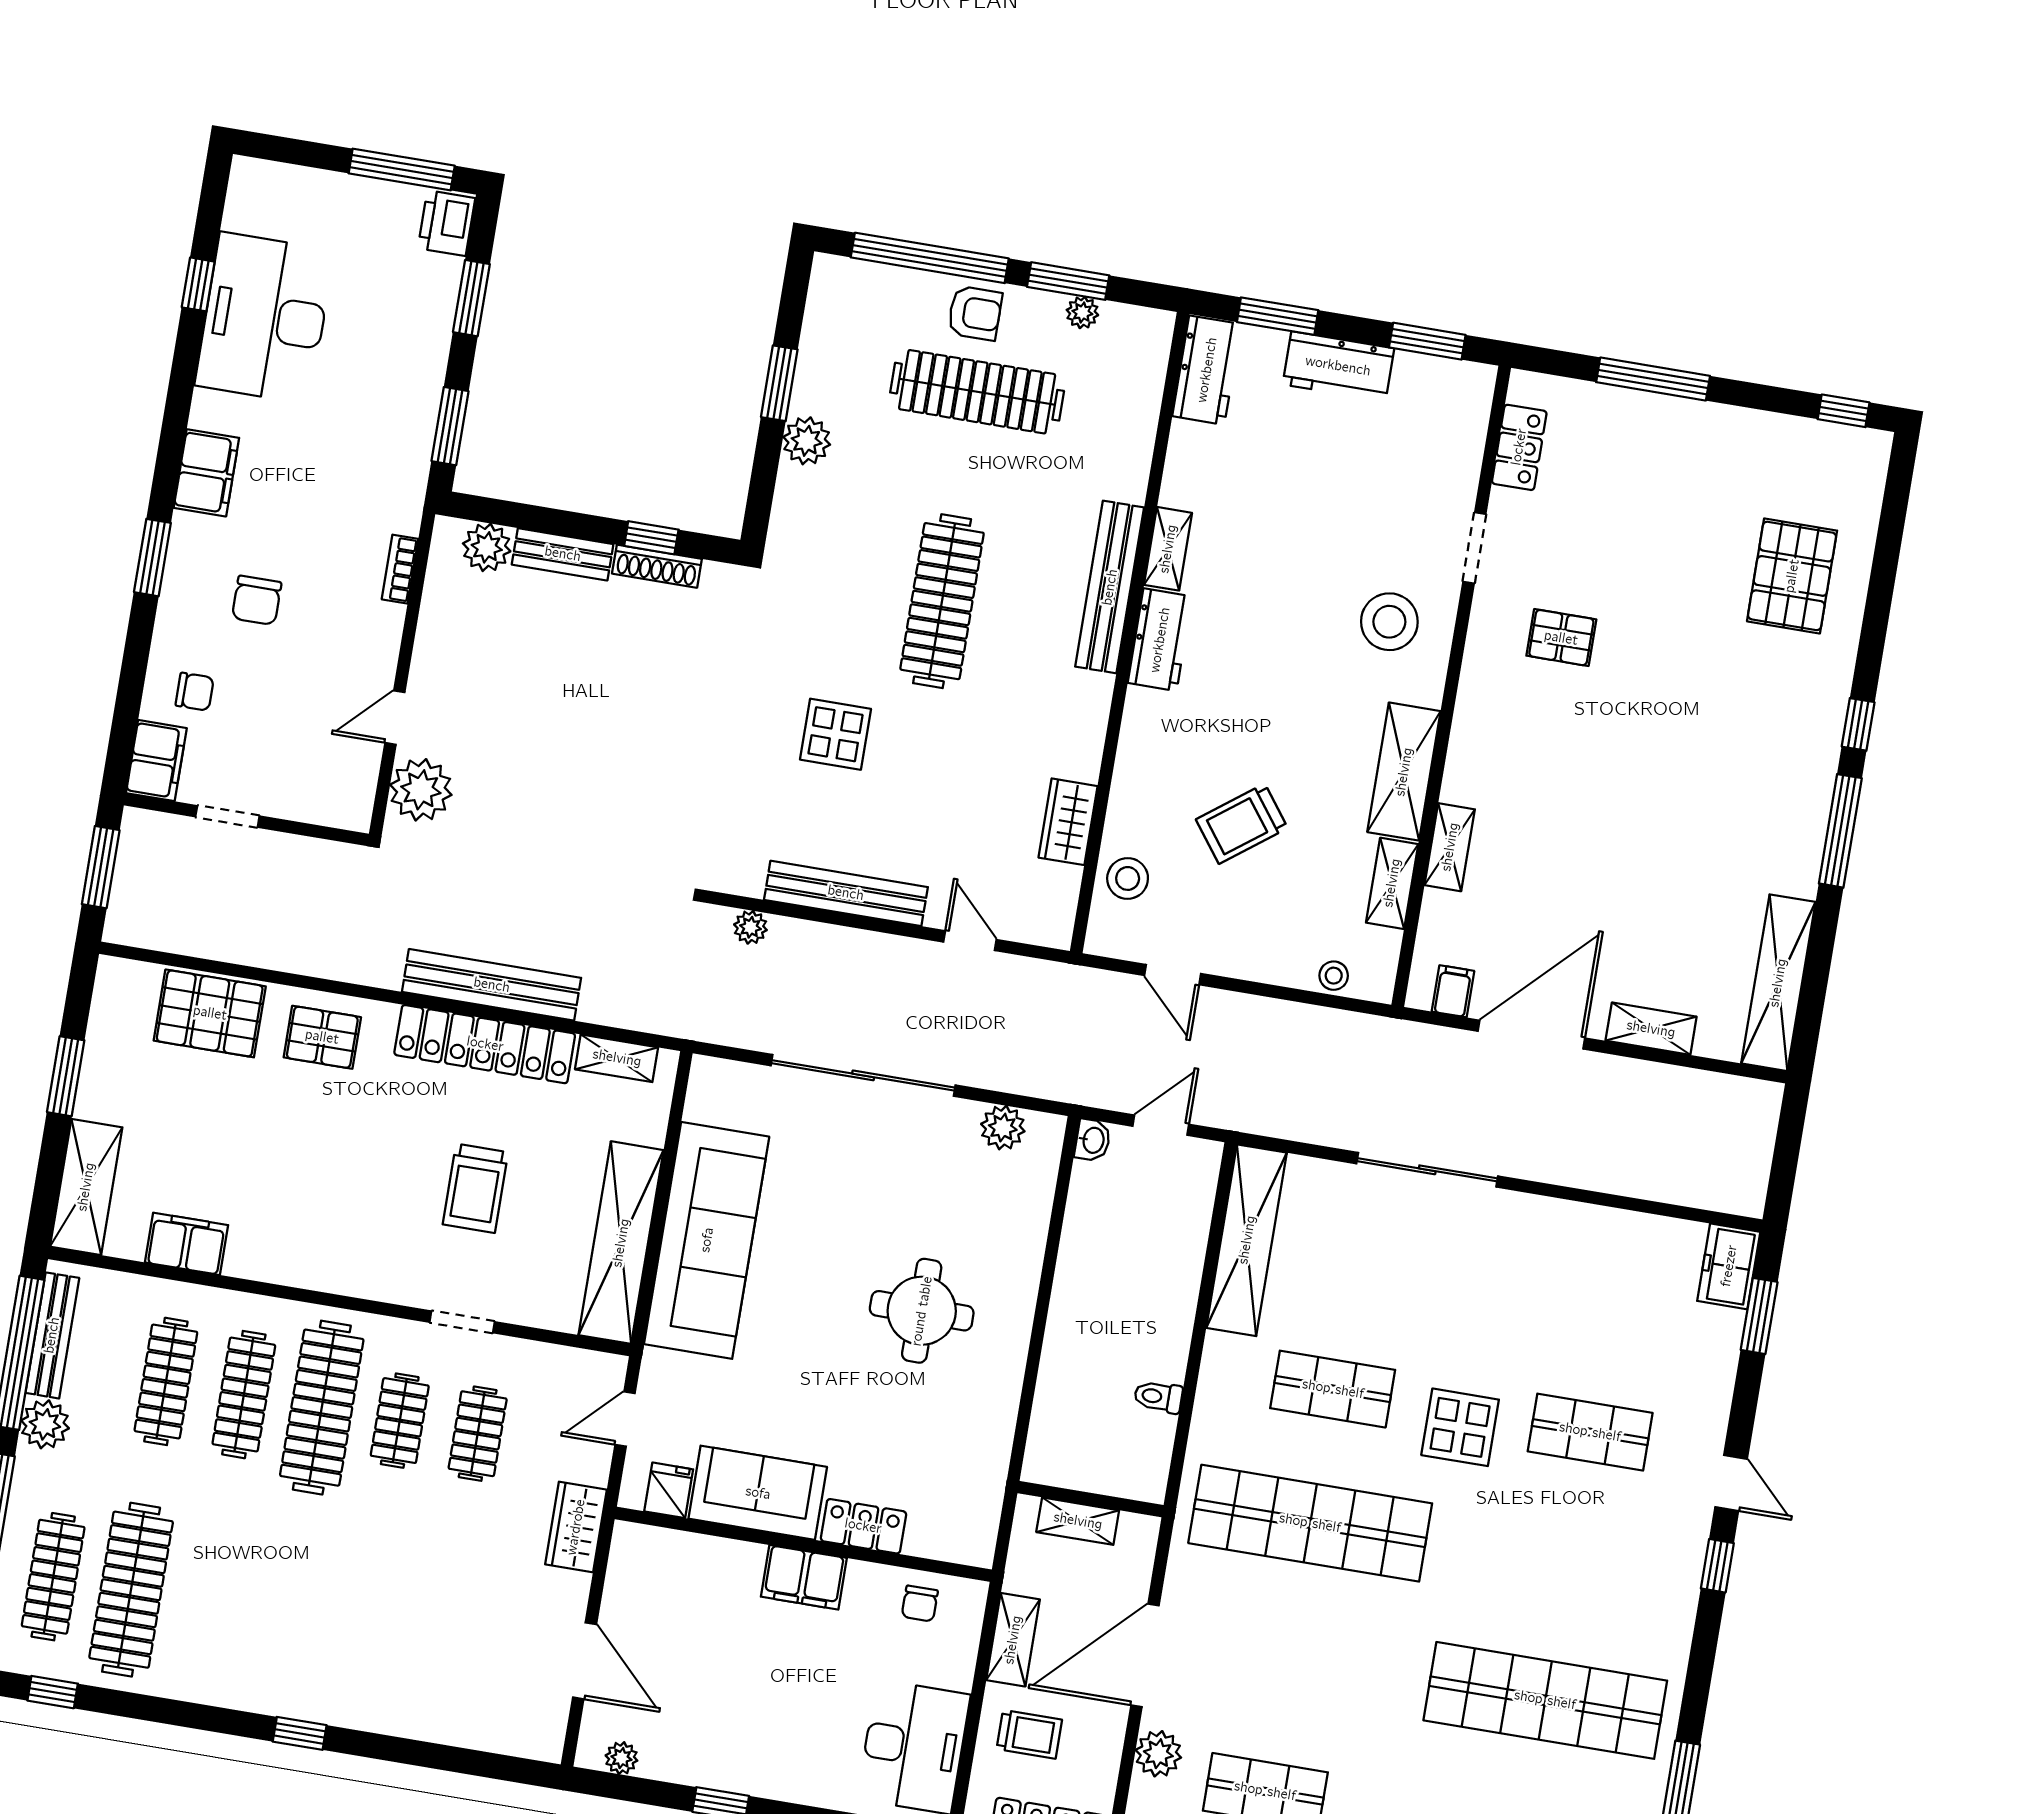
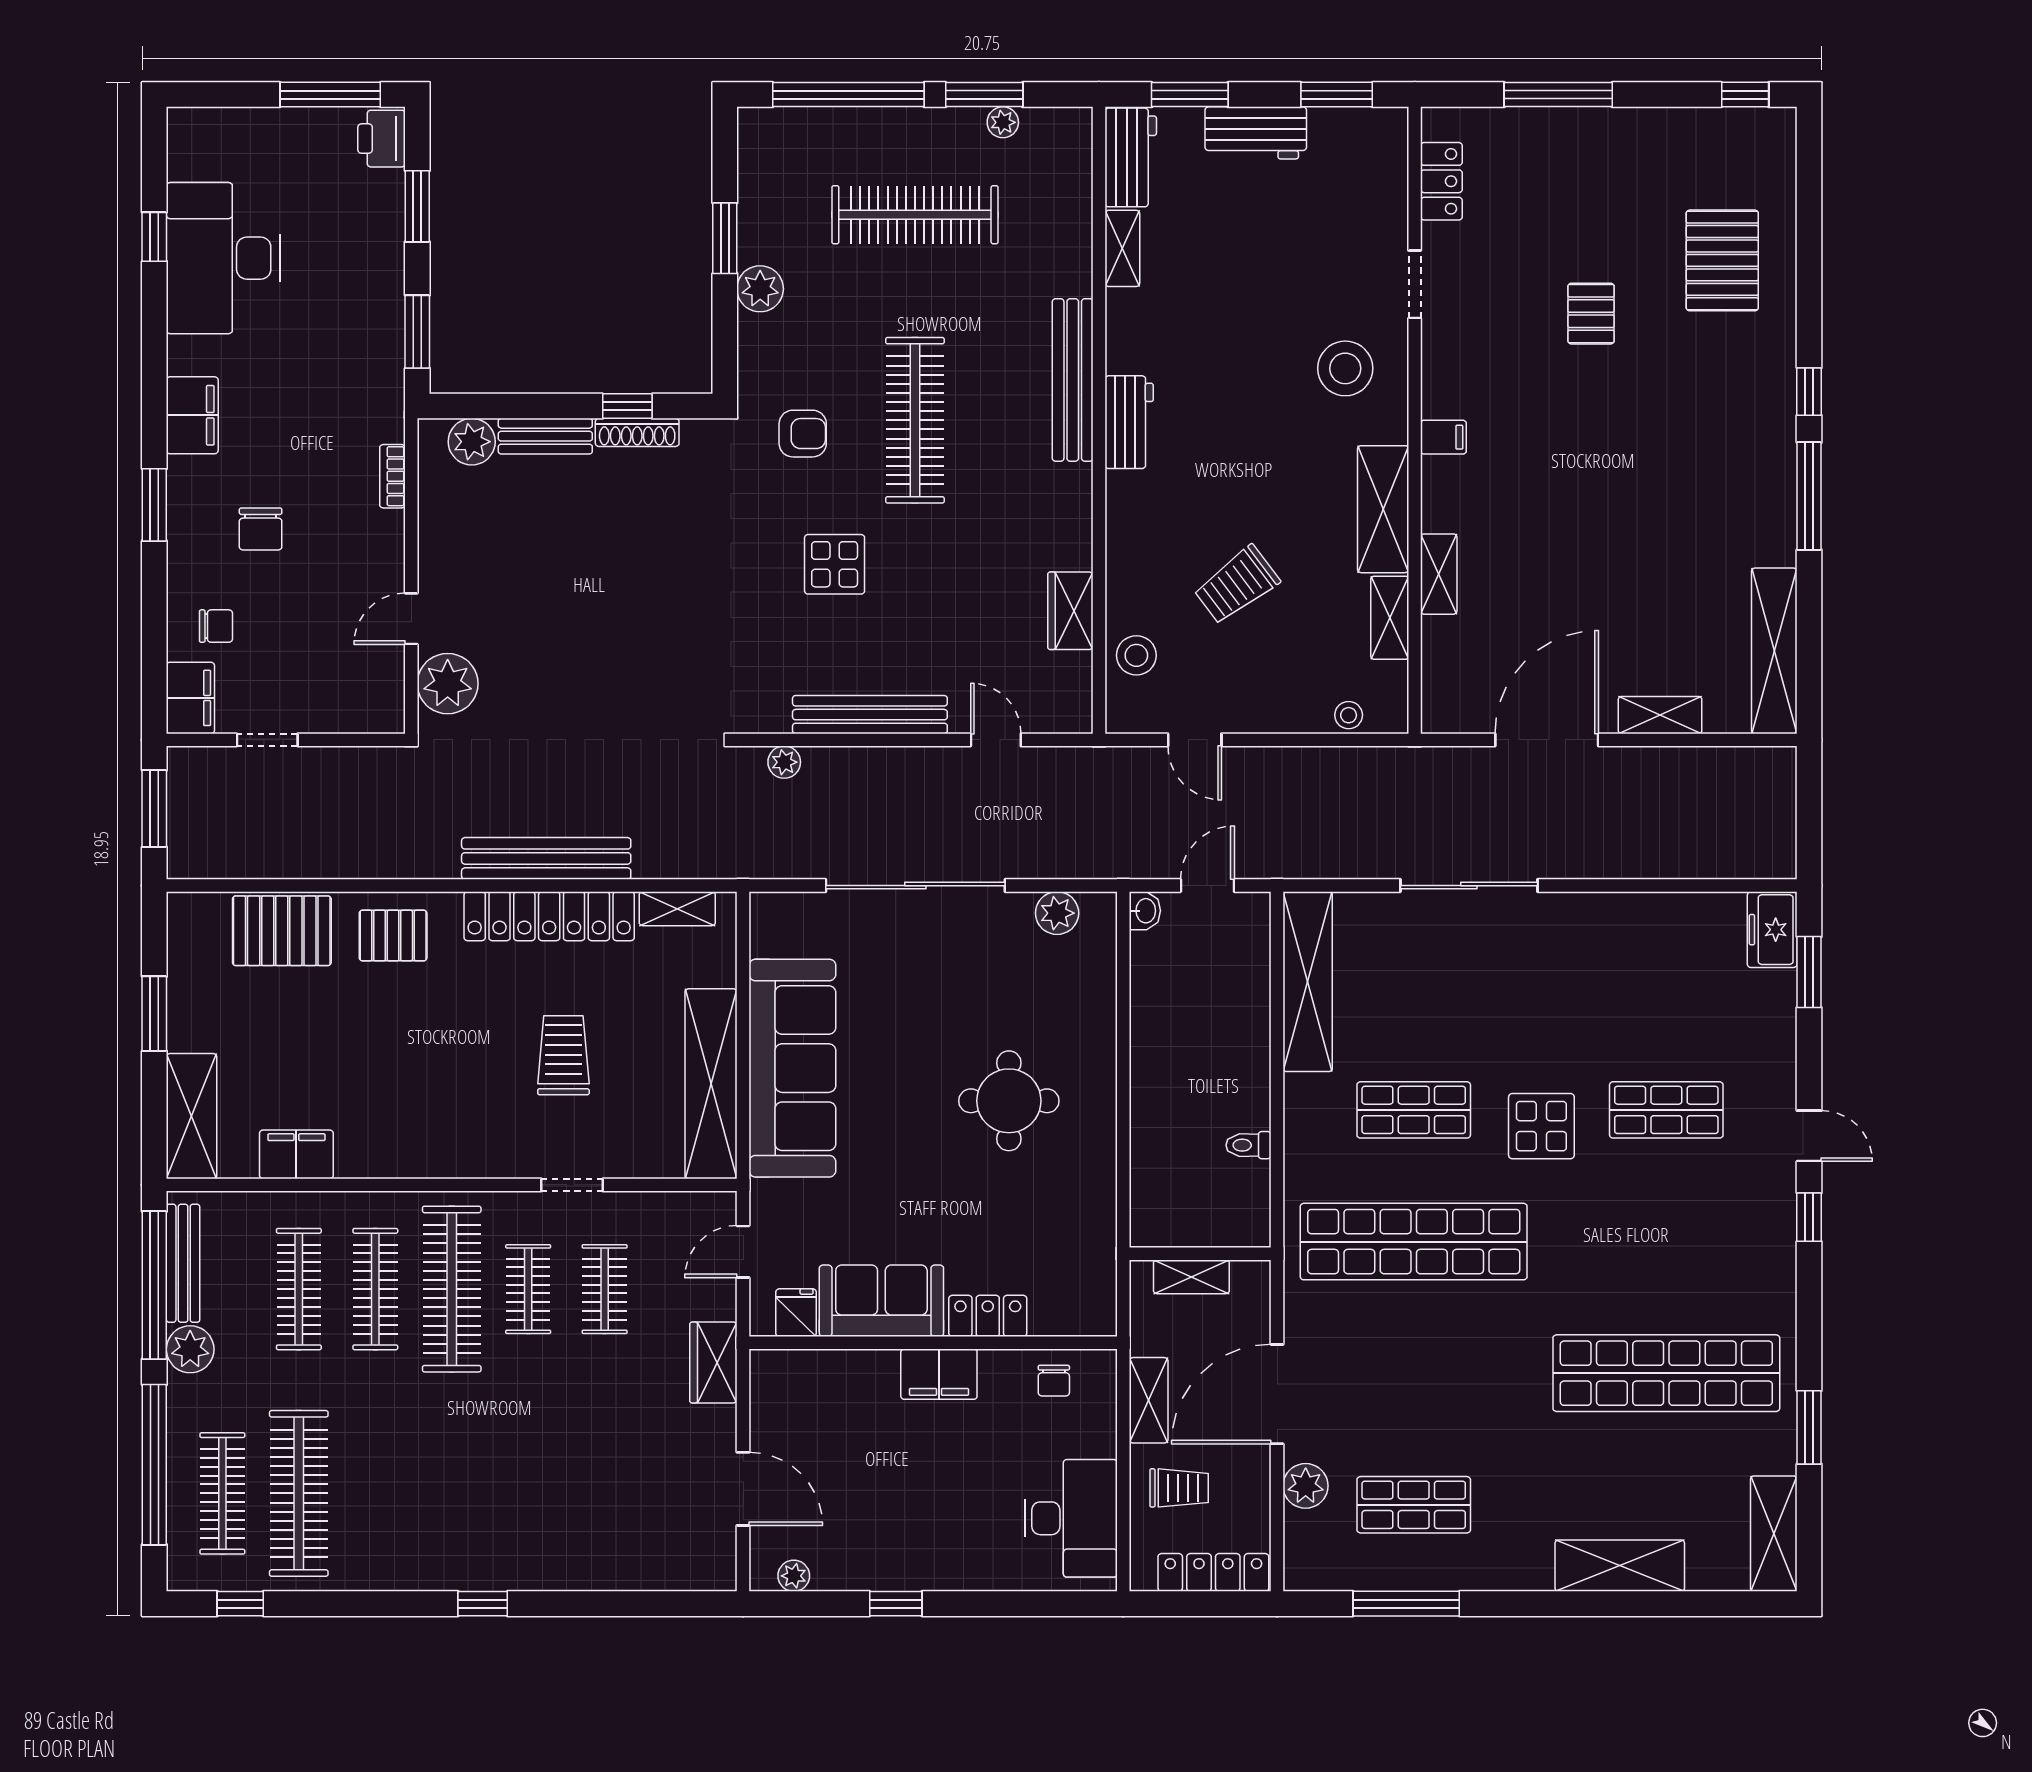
armchair: (975, 313) -> (803, 434), moved
shelving: (1168, 549) -> (1122, 248), moved
pallet: (1561, 638) -> (1591, 314), moved, turned 90
filing cabinet: (1453, 991) -> (1443, 437), moved, turned 90
trolley: (475, 1188) -> (563, 1055), turned 180

